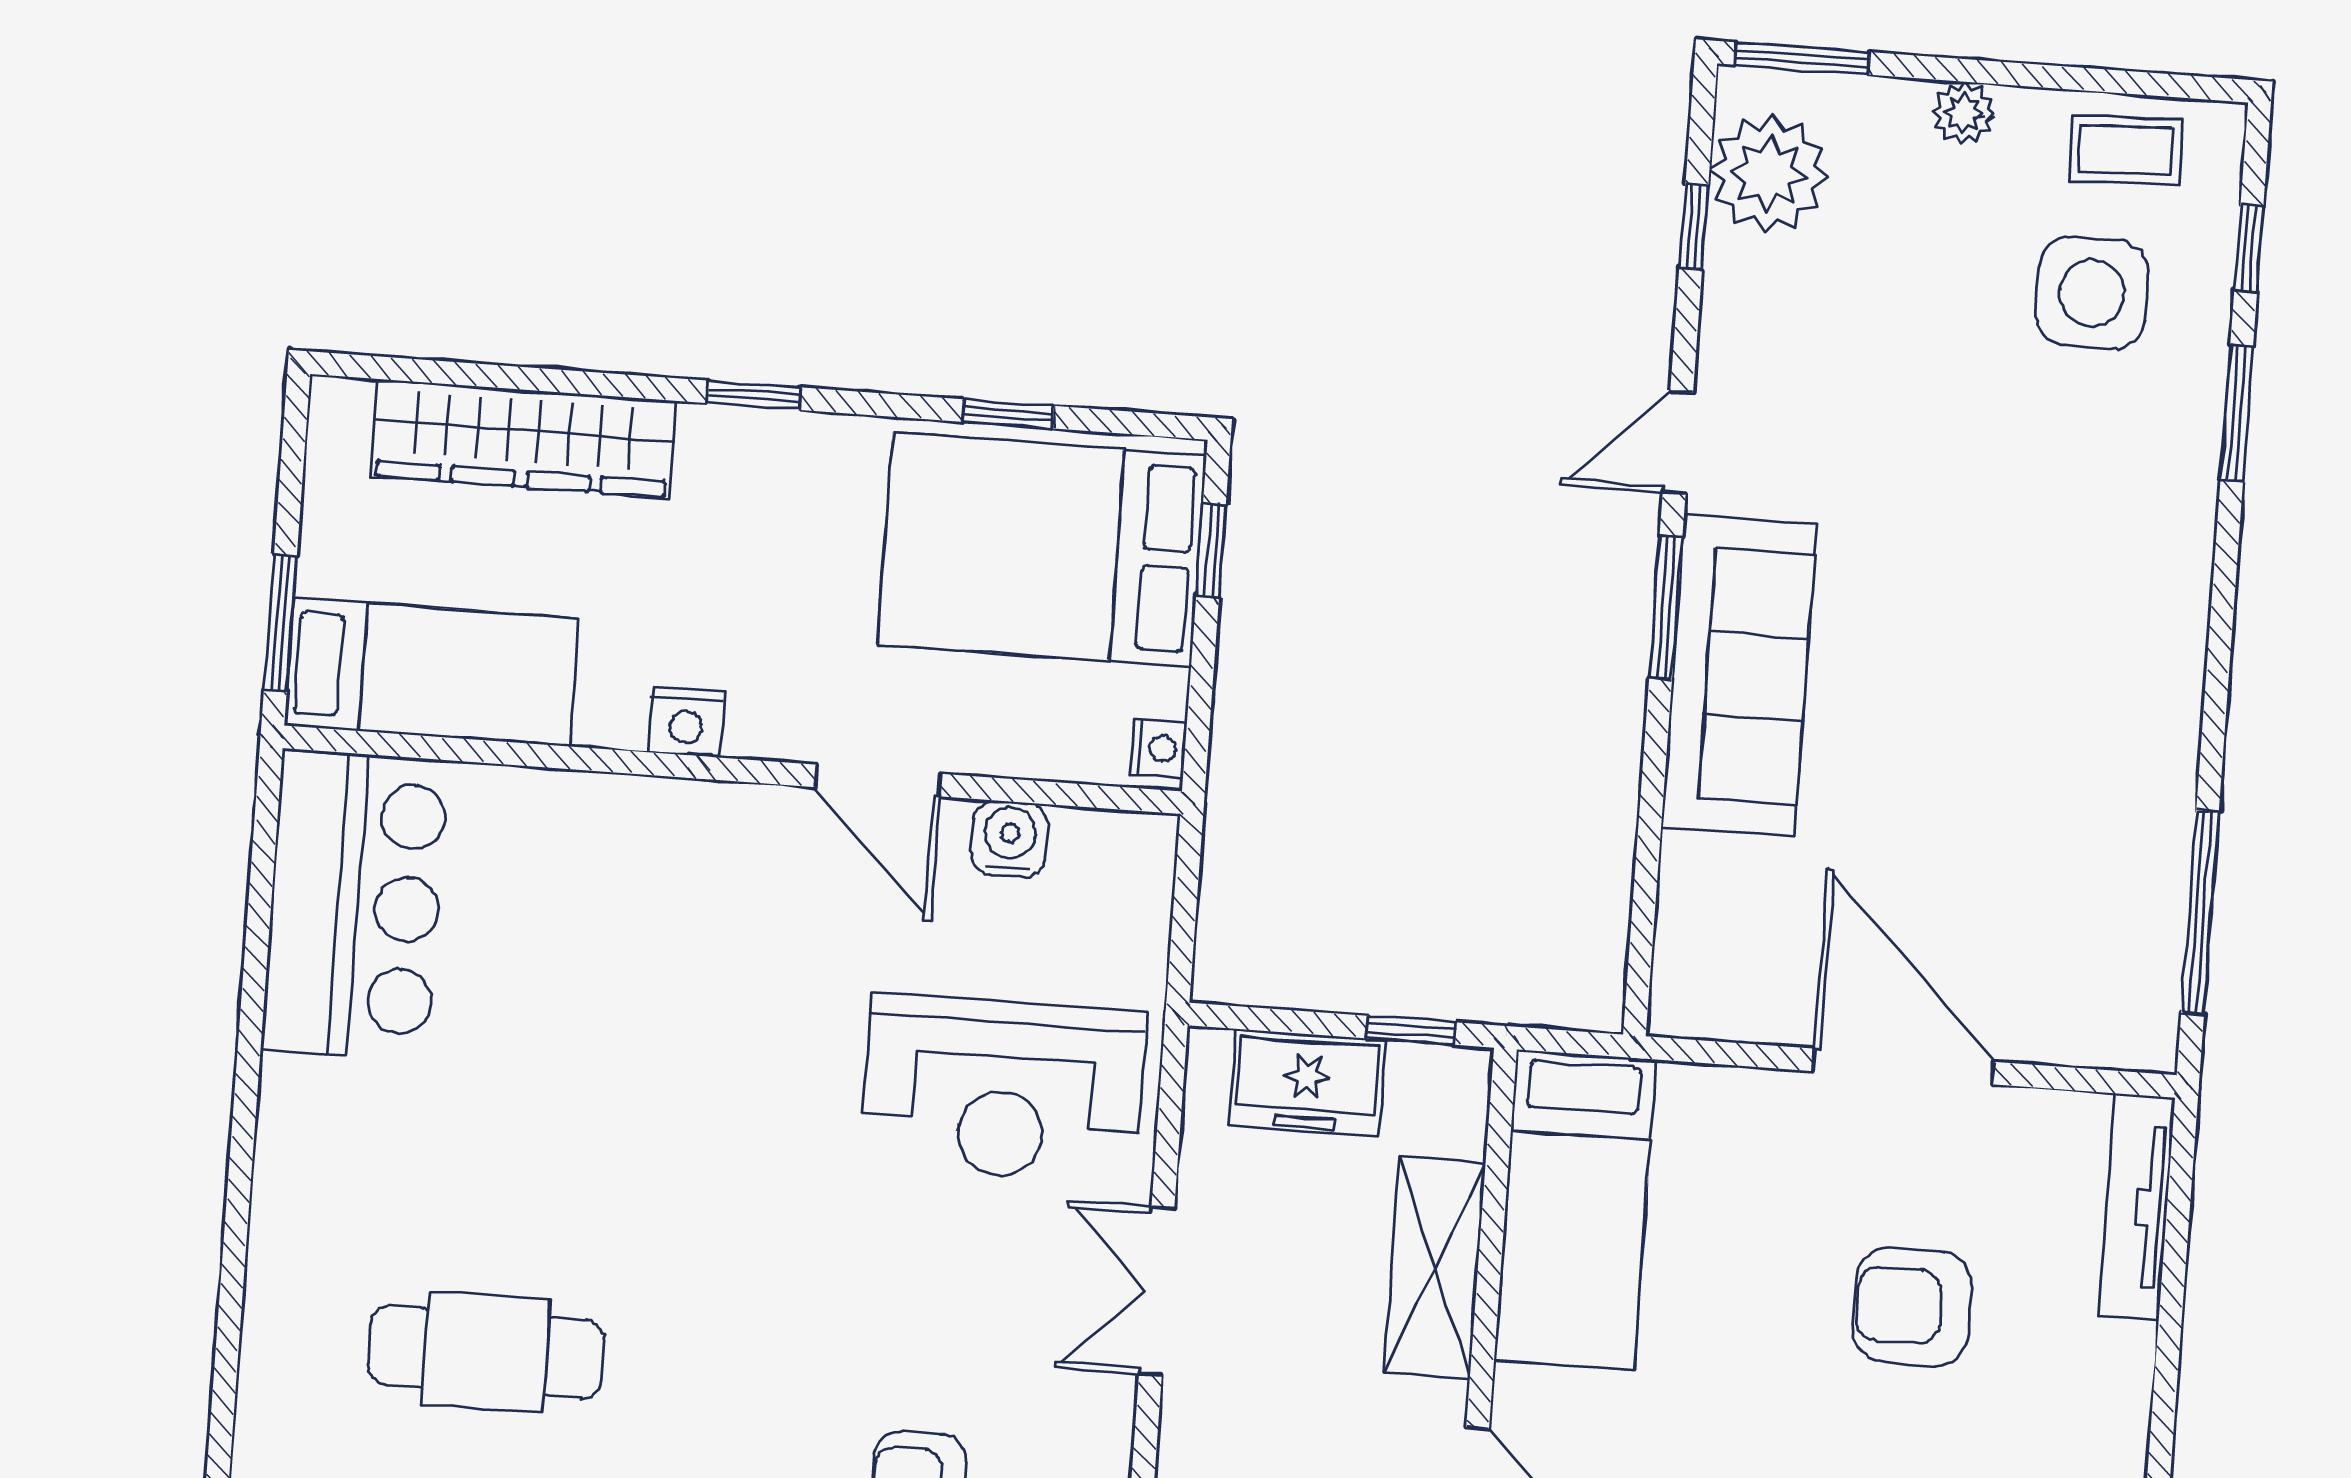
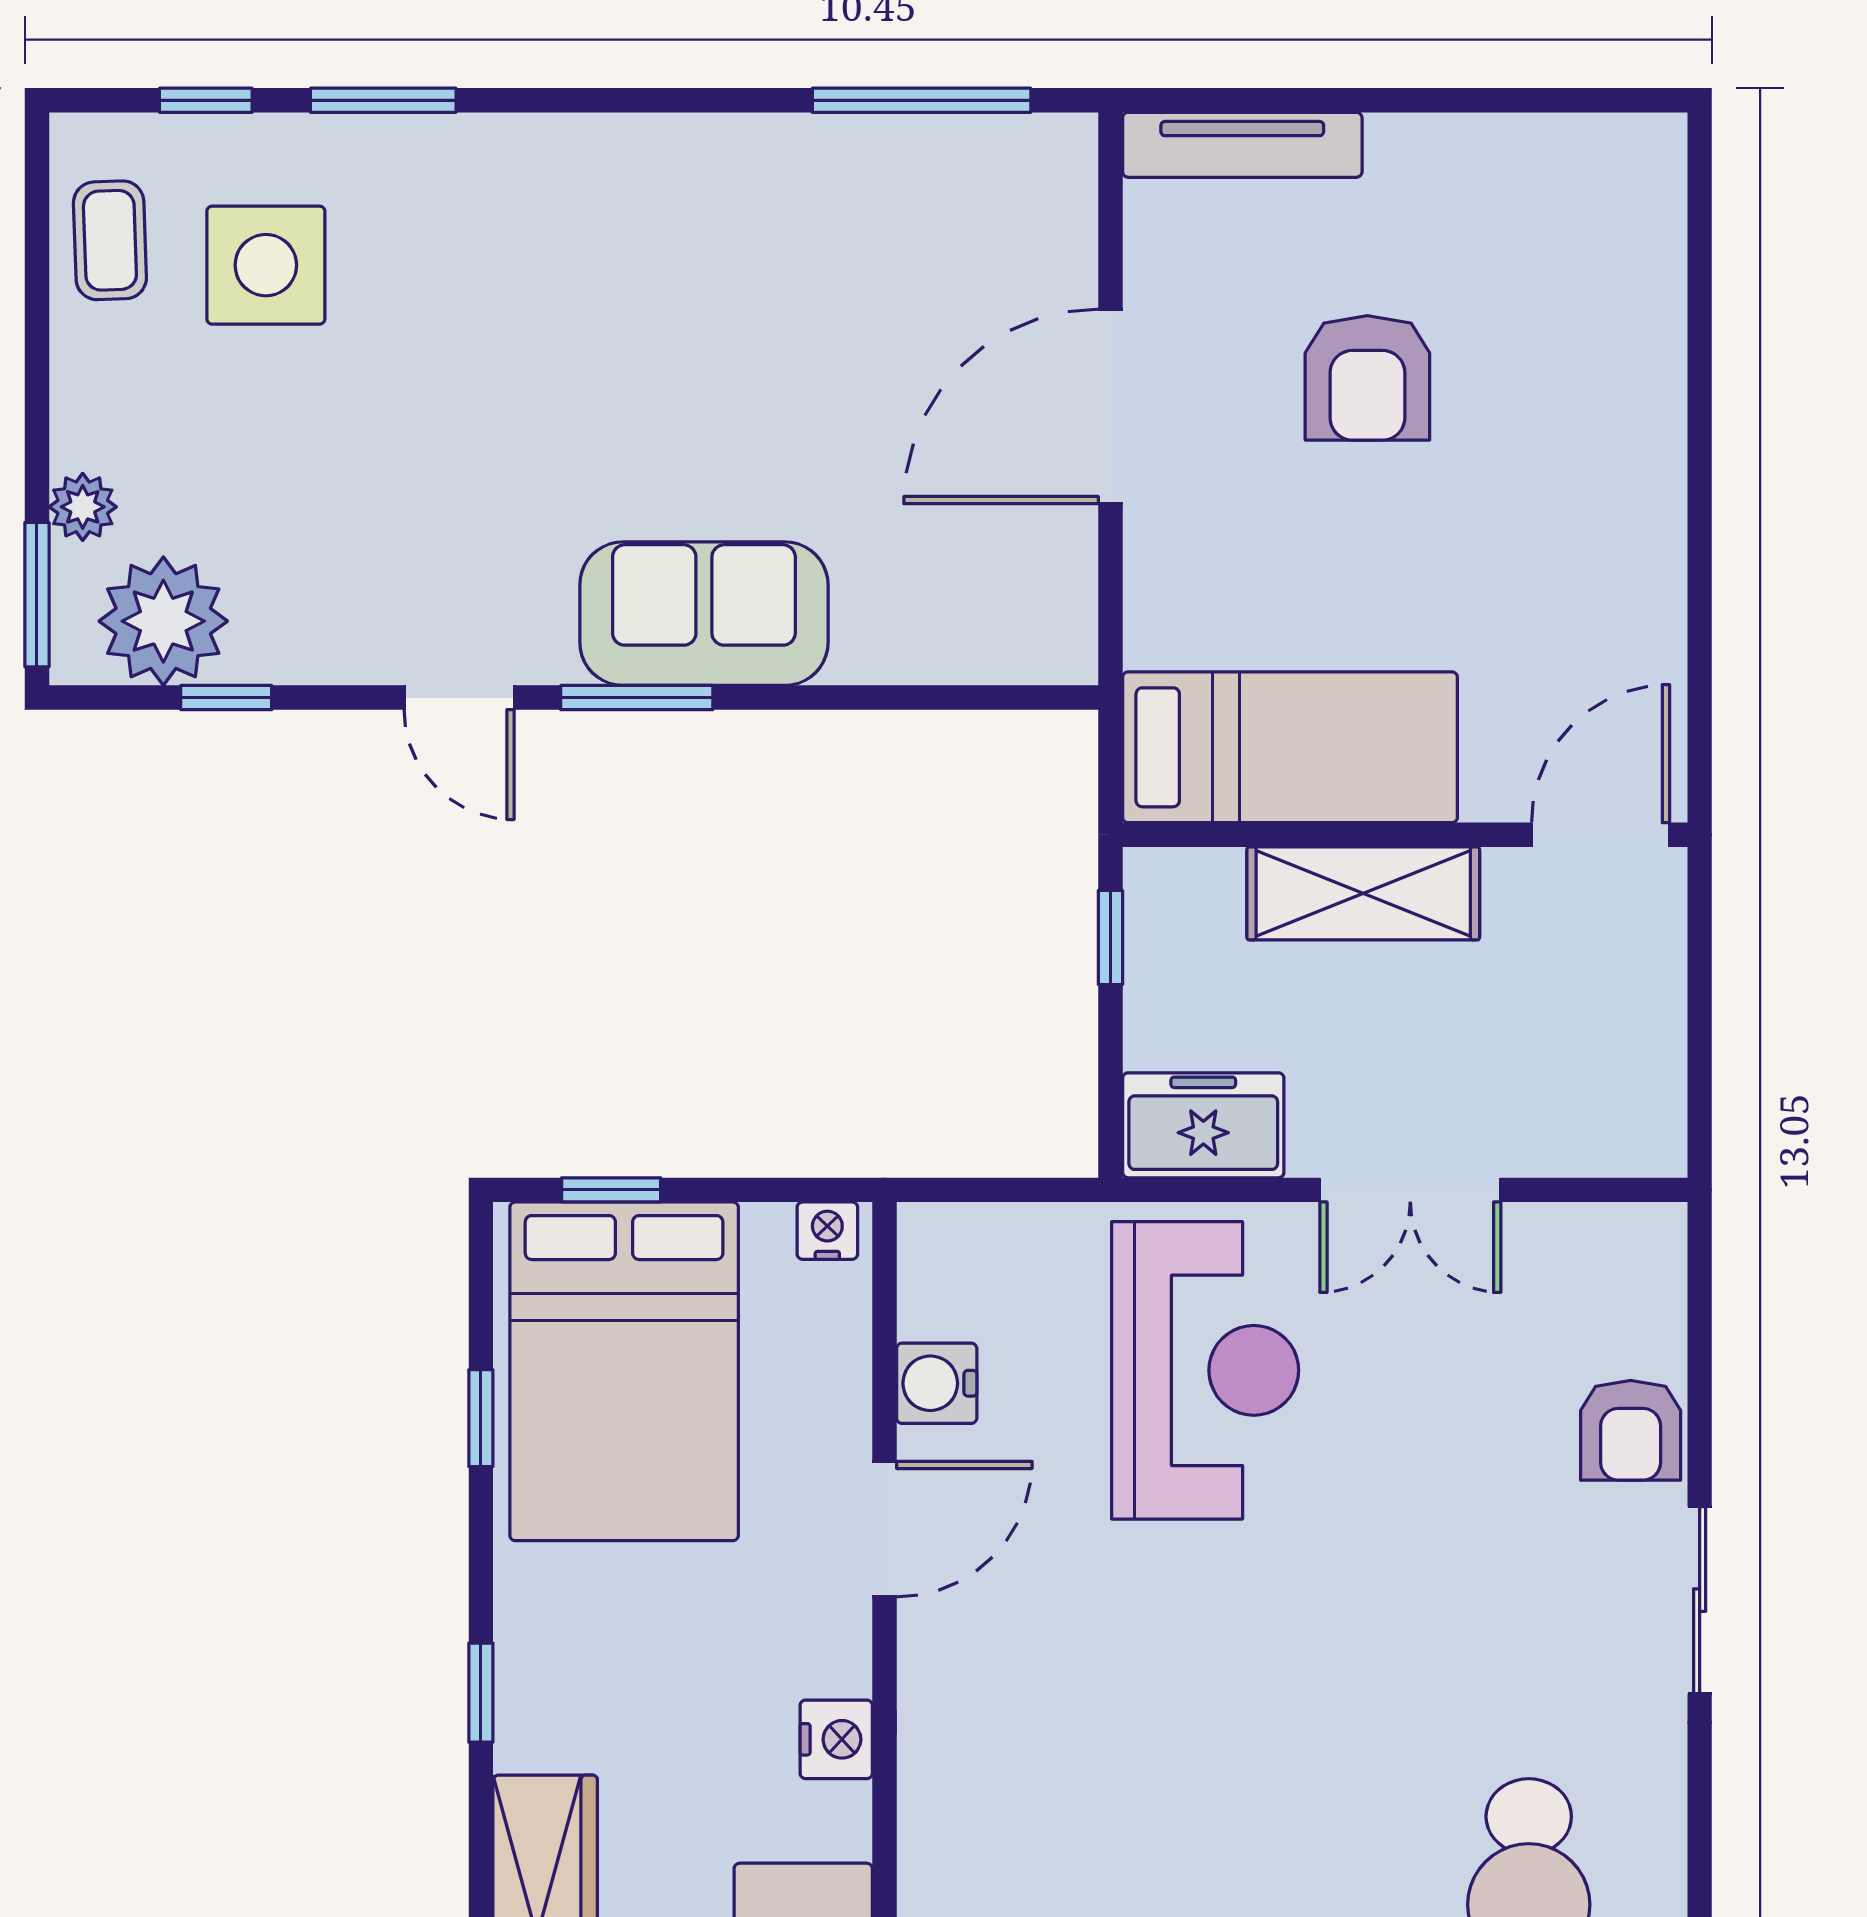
plant: (1963, 113) -> (83, 507), moved
sofa: (1739, 675) -> (704, 614), width x0.73
freezer: (1307, 1083) -> (1203, 1125), moved, turned -90

